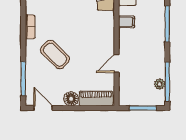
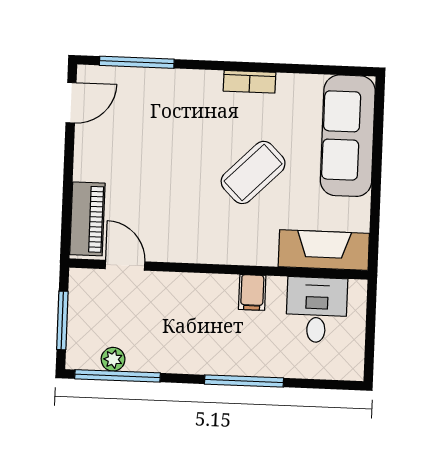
coffee table: (55, 55) -> (253, 172), moved
door: (116, 63) -> (125, 265), moved
floor lamp: (71, 99) -> (89, 164), removed

